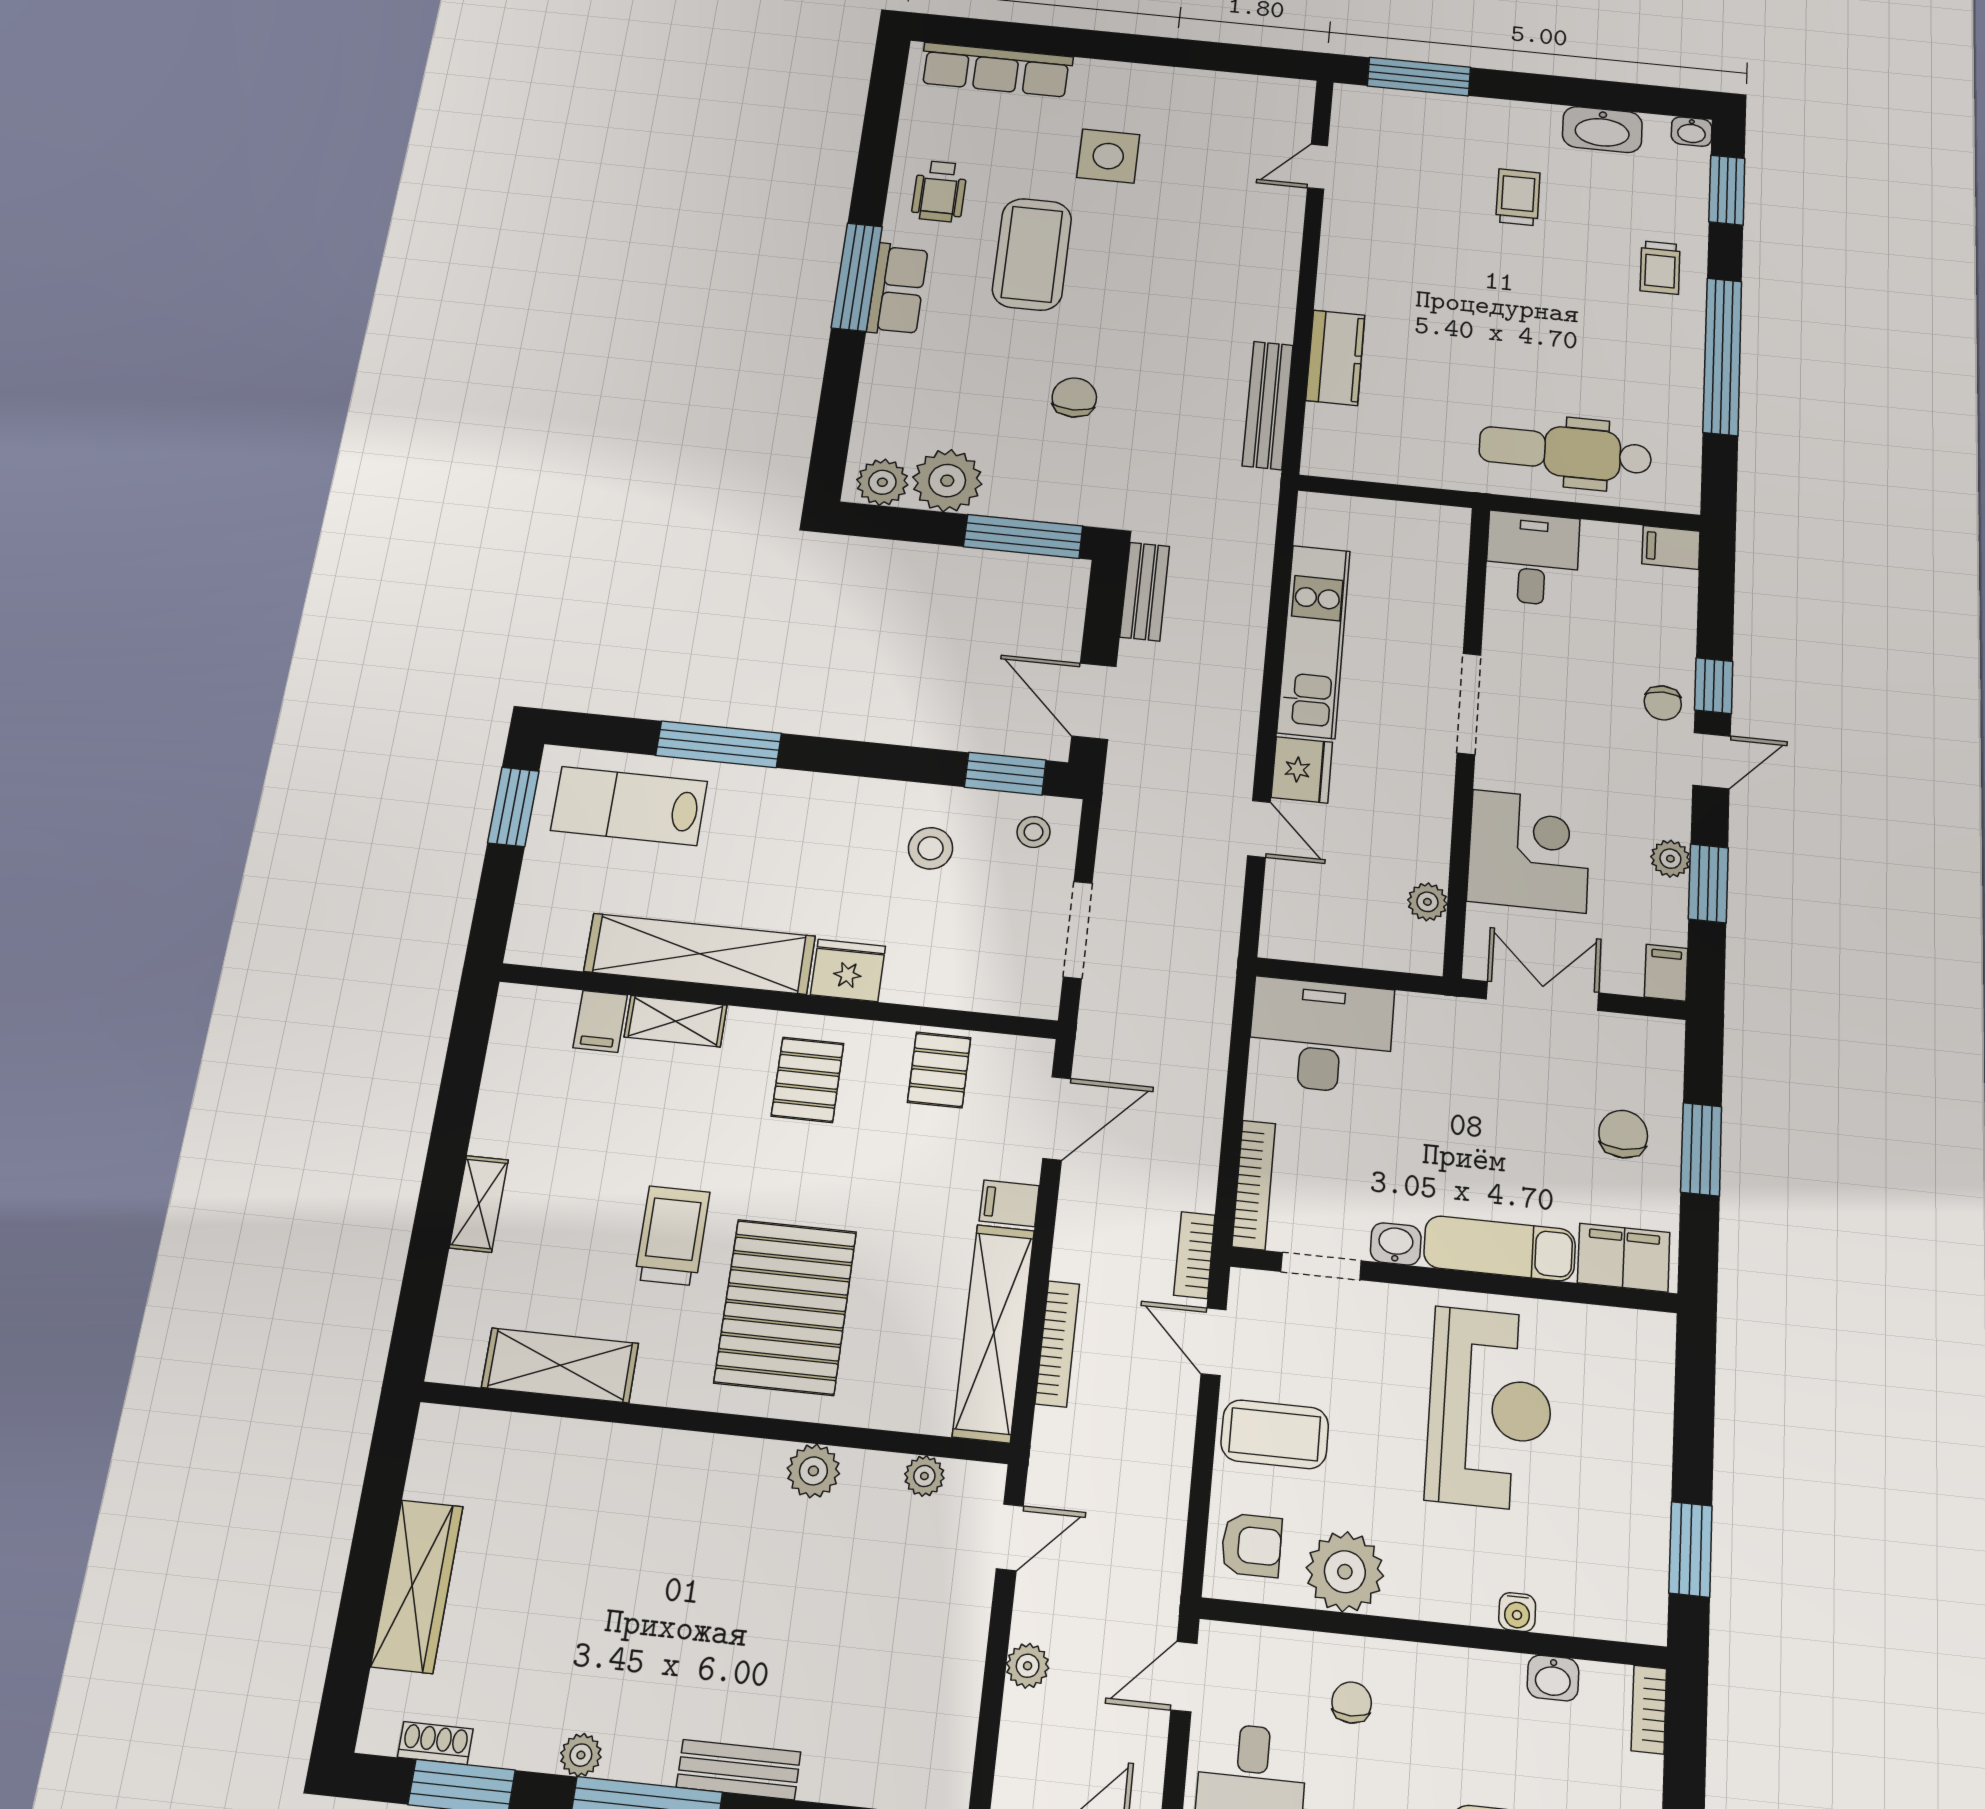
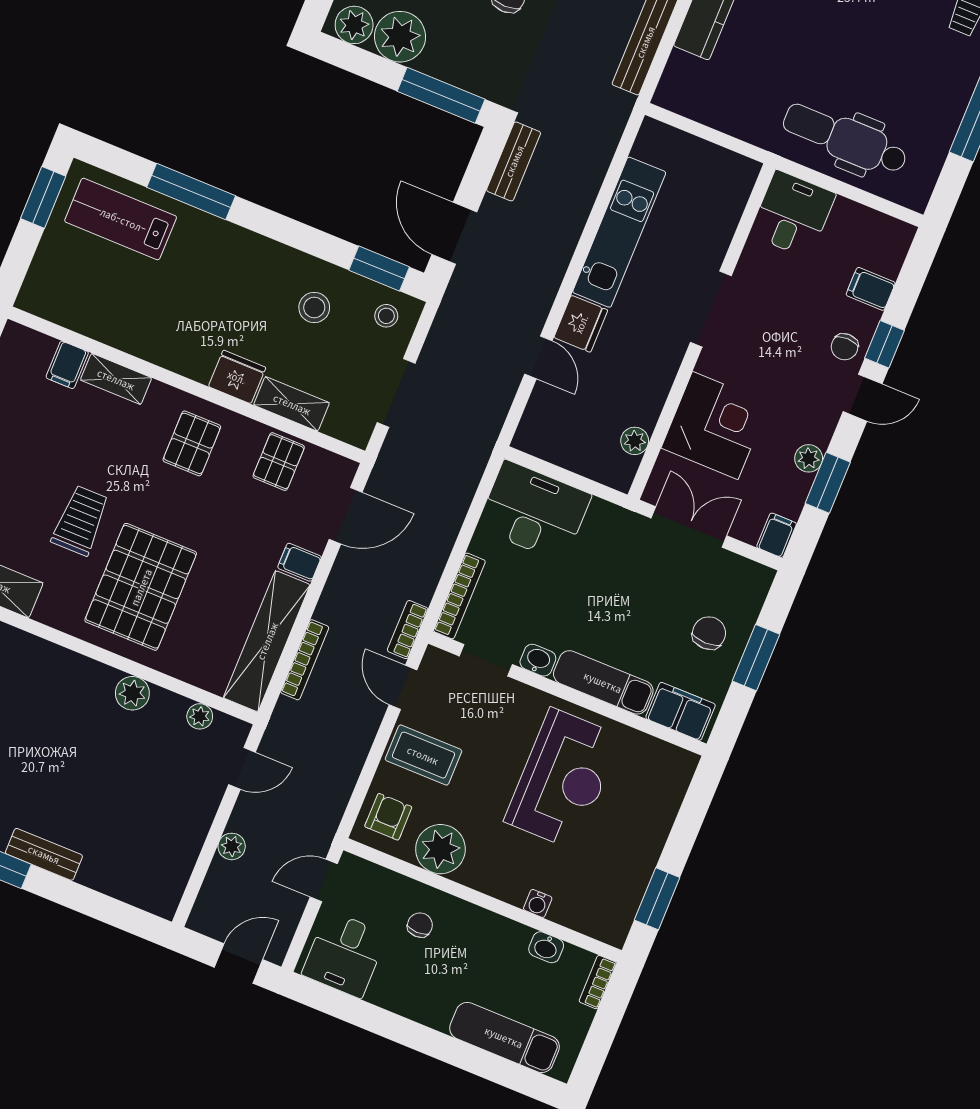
filing cabinet: (1671, 547) -> (871, 289), moved
shelving: (700, 954) -> (292, 404), moved, width x0.45, depth x0.75
armchair: (1251, 1545) -> (388, 817), turned -90

